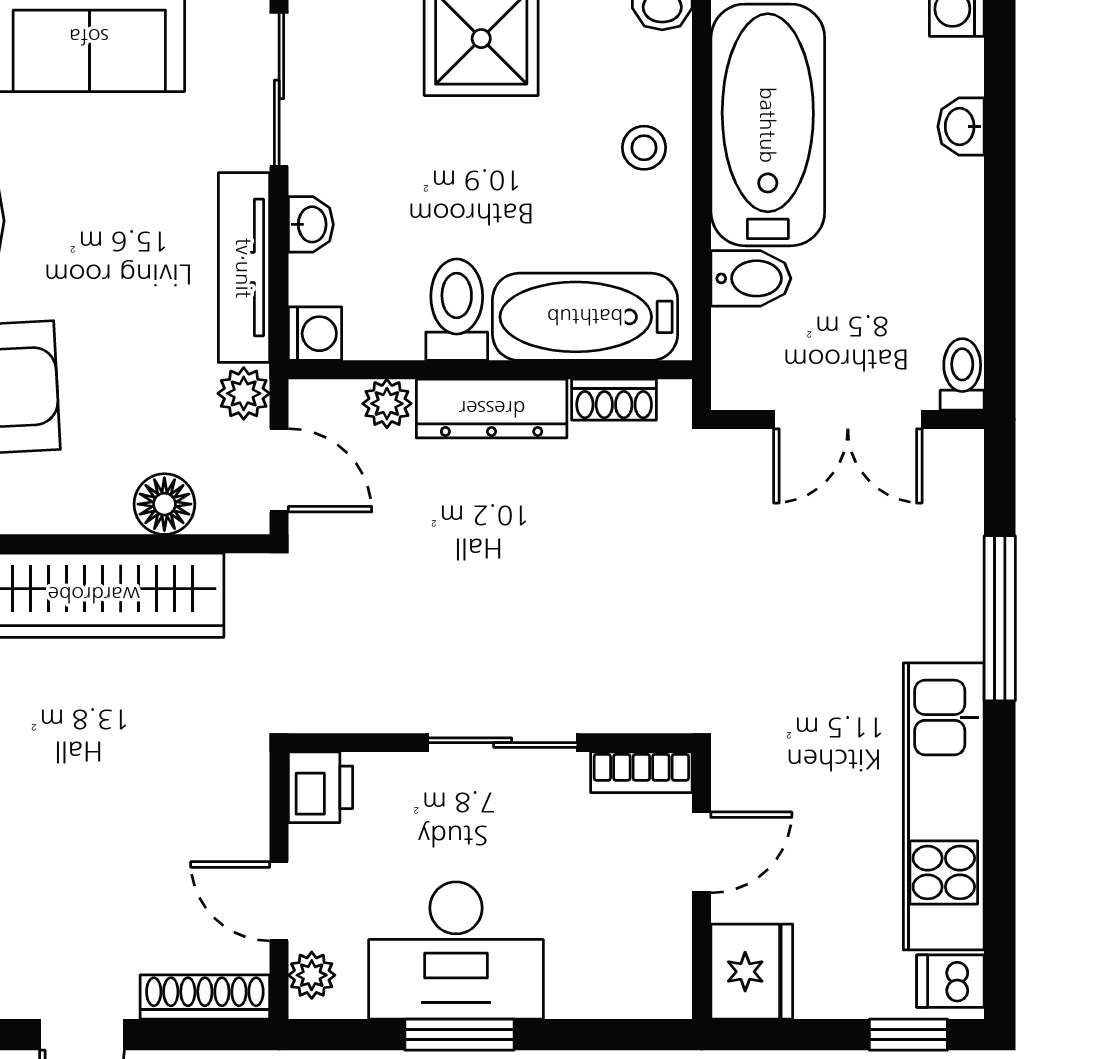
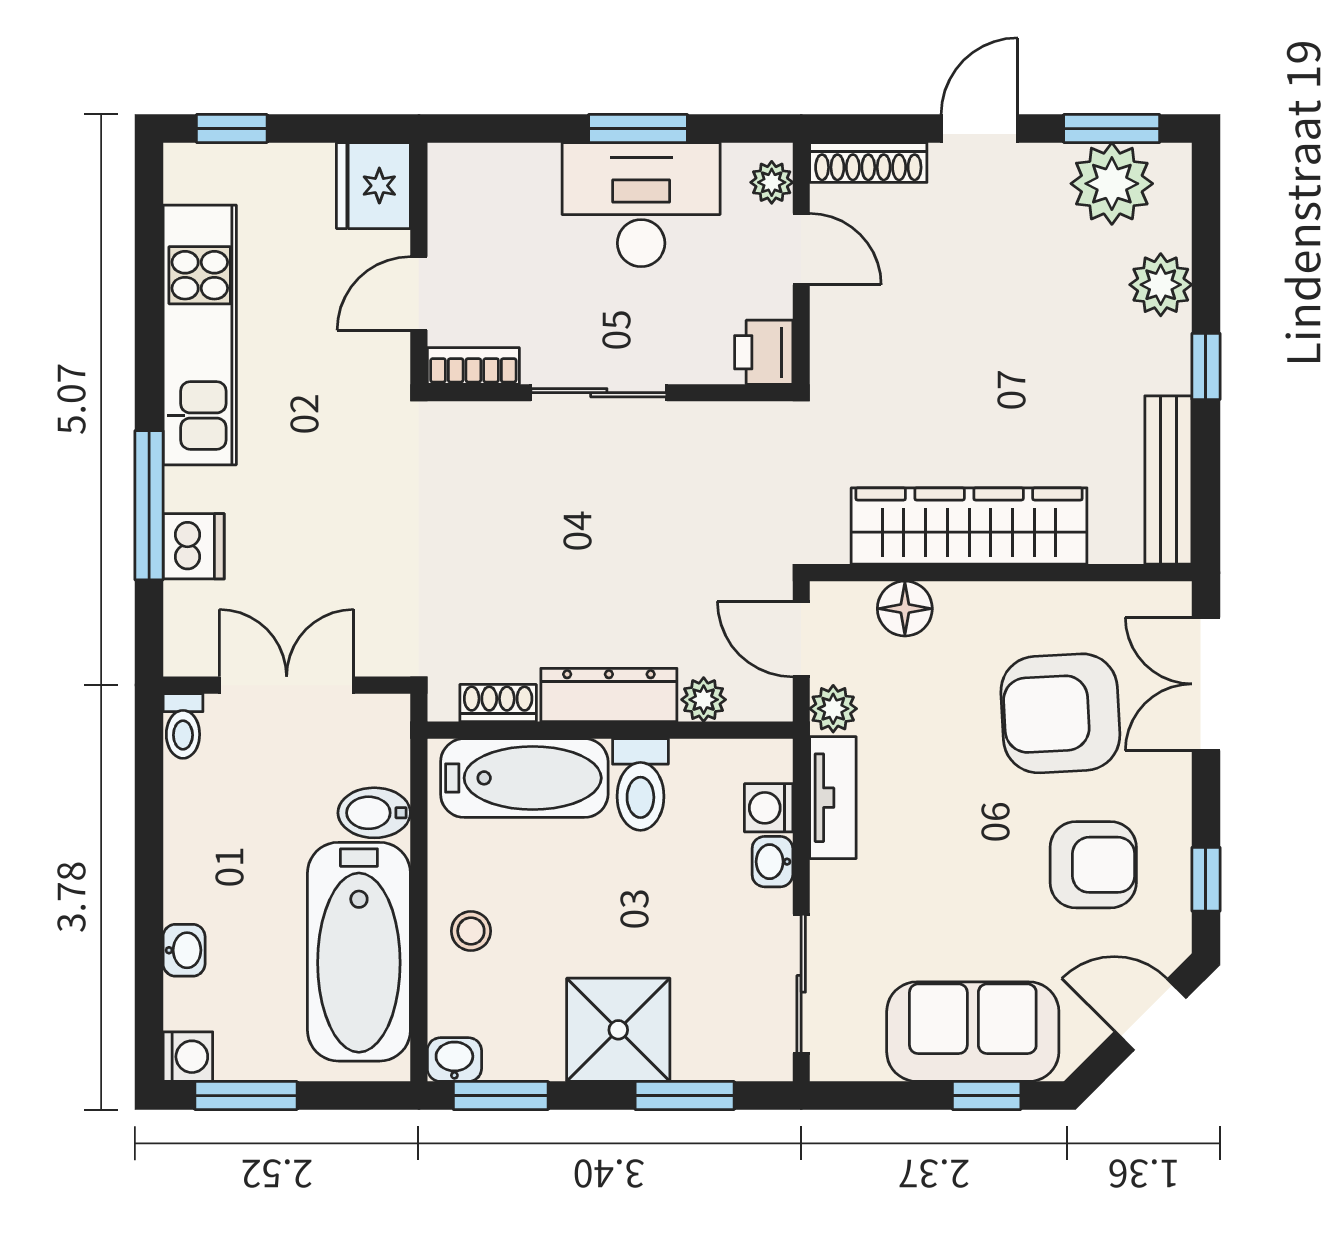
tv unit: (244, 268) -> (833, 798), width x0.71
washing machine: (315, 334) -> (769, 808), moved
dishwasher: (950, 981) -> (194, 546), moved, width x1.38

